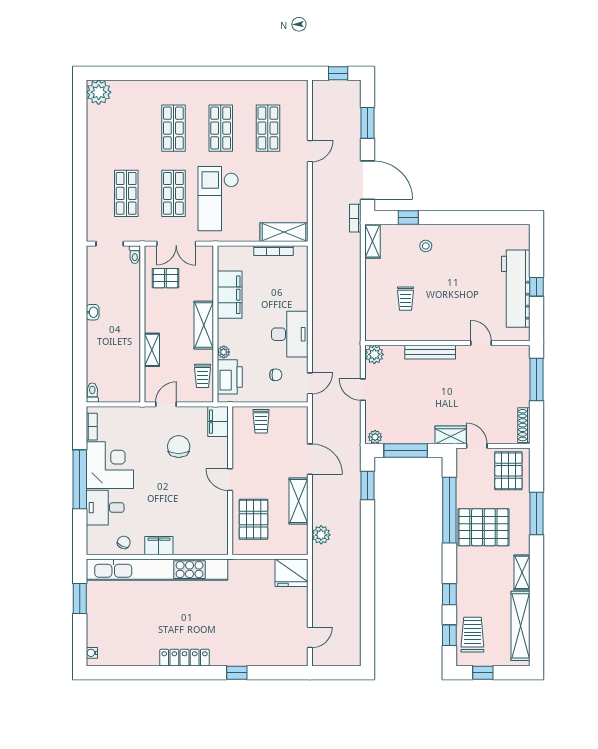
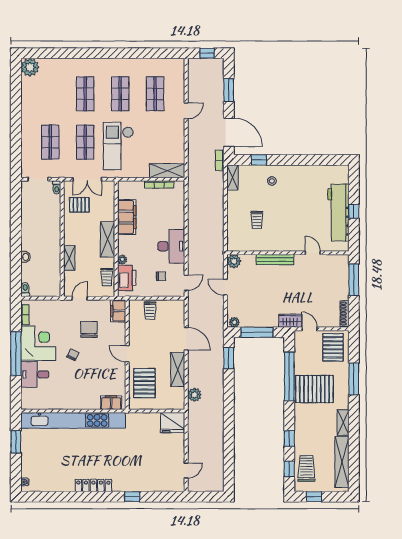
washbasin: (93, 312) -> (25, 257), moved
chair: (124, 542) -> (73, 355), moved
filing cabinet: (159, 546) -> (111, 403), moved

